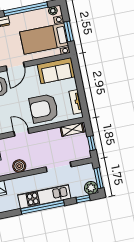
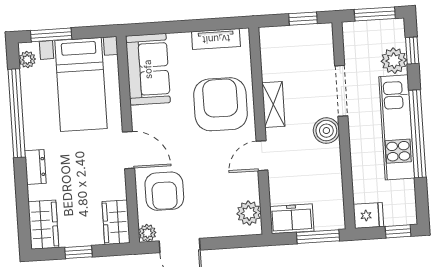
window: (69, 31) -> (51, 35), moved
armchair: (44, 109) -> (221, 104), turned 180
shelving: (72, 129) -> (273, 104), moved
boiler: (19, 166) -> (326, 131), moved
plant: (91, 188) -> (394, 61), moved

